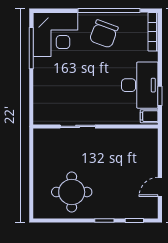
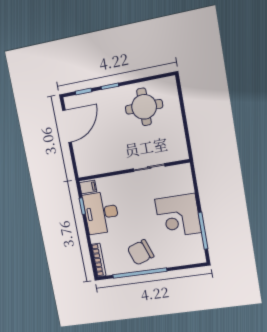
chair: (104, 34) -> (141, 252), turned -129
corner desk: (55, 35) -> (178, 216), moved, turned -90
door: (160, 187) -> (67, 126), width x1.87

